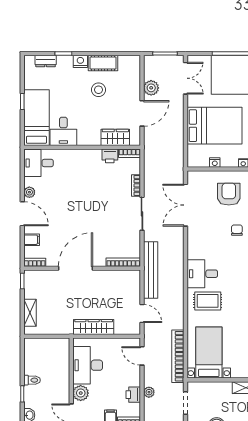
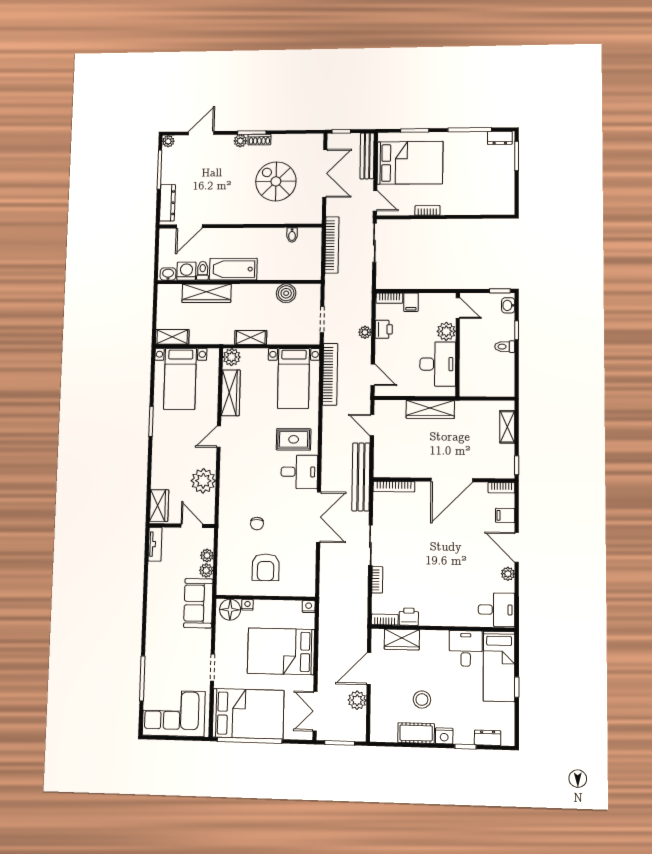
nightstand: (215, 163) -> (309, 607), moved
double door: (185, 205) -> (319, 517), moved

